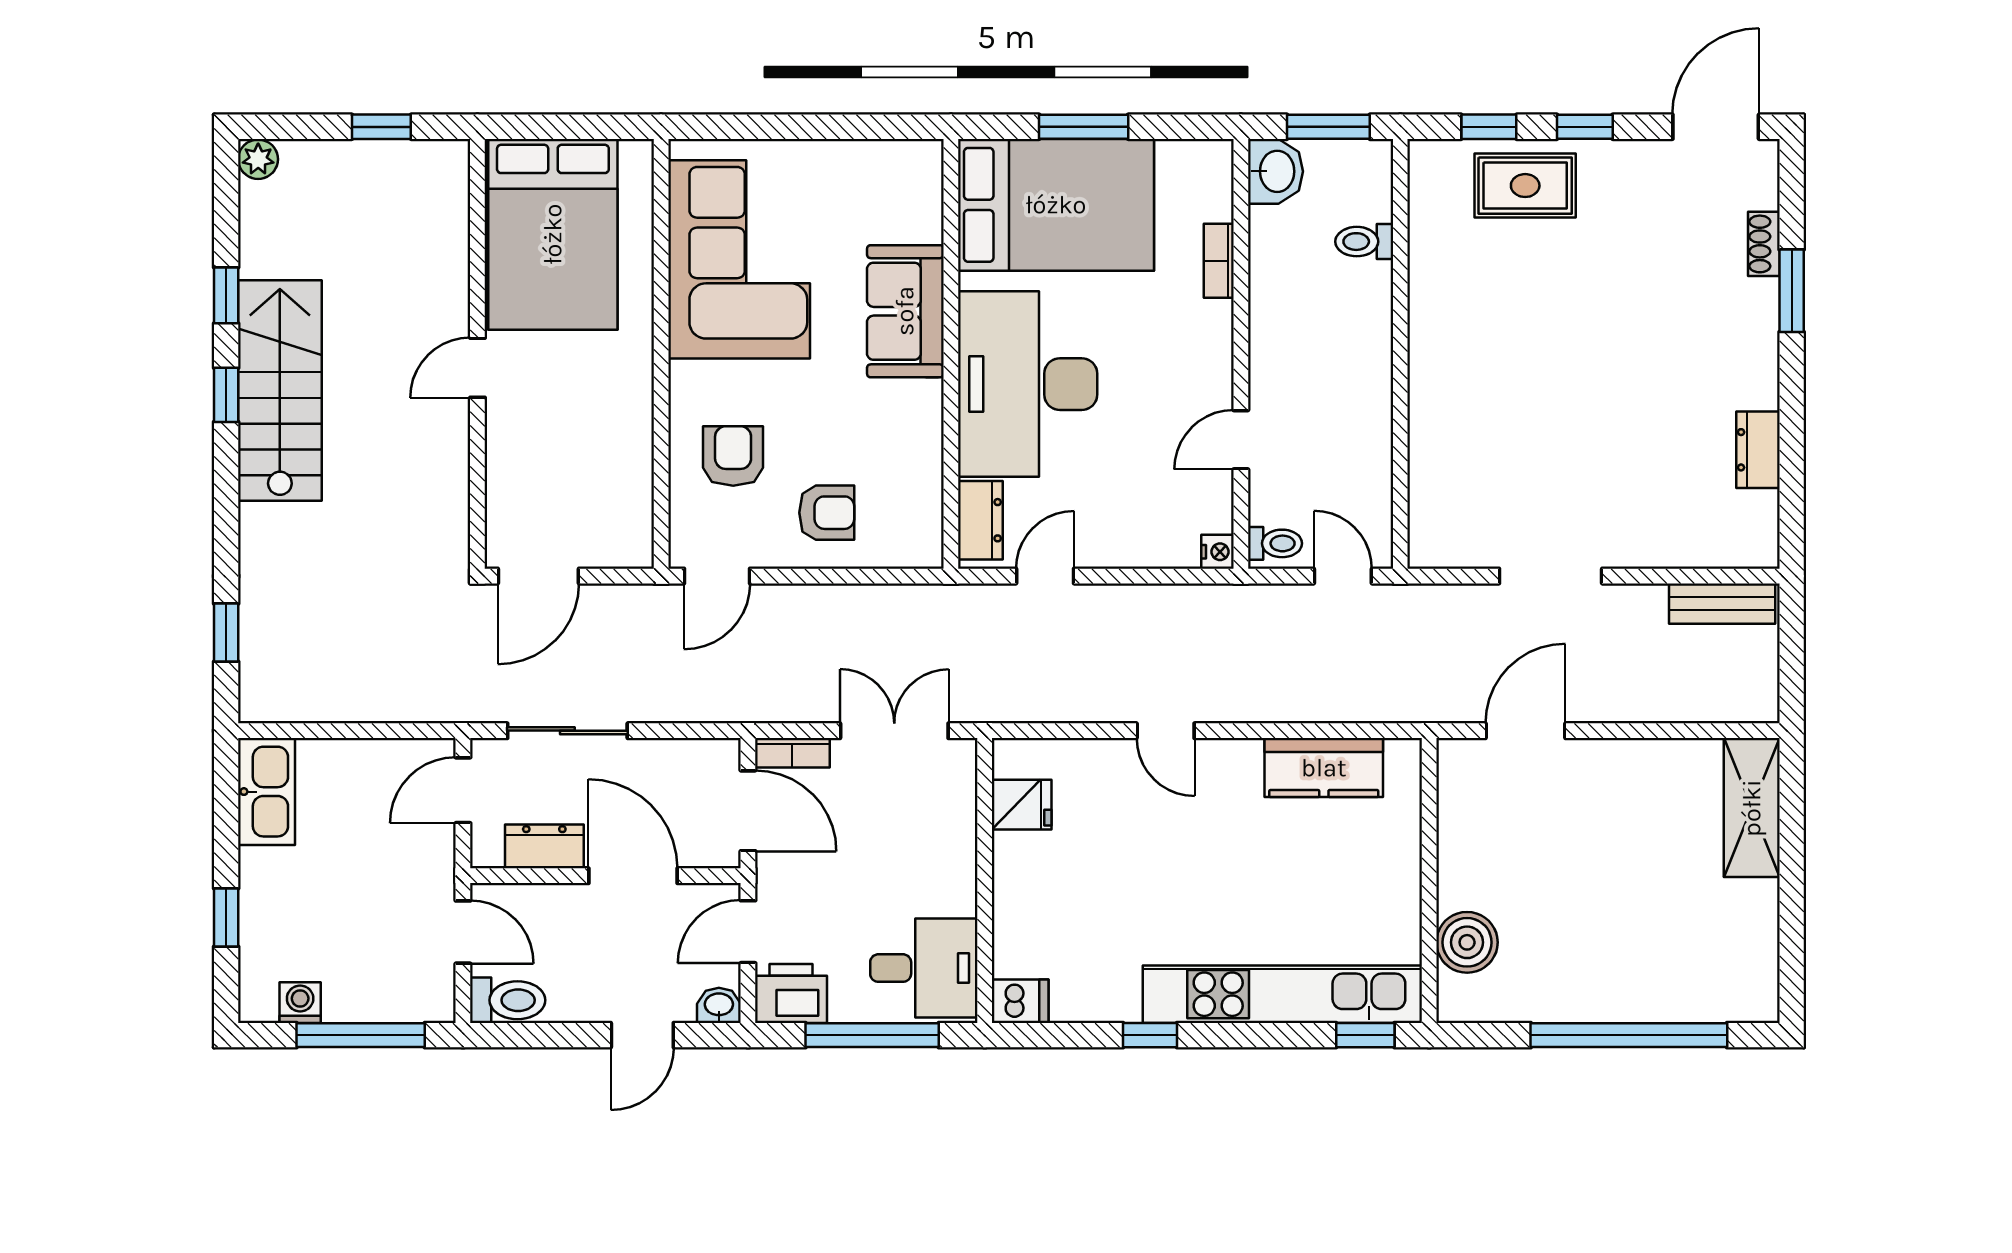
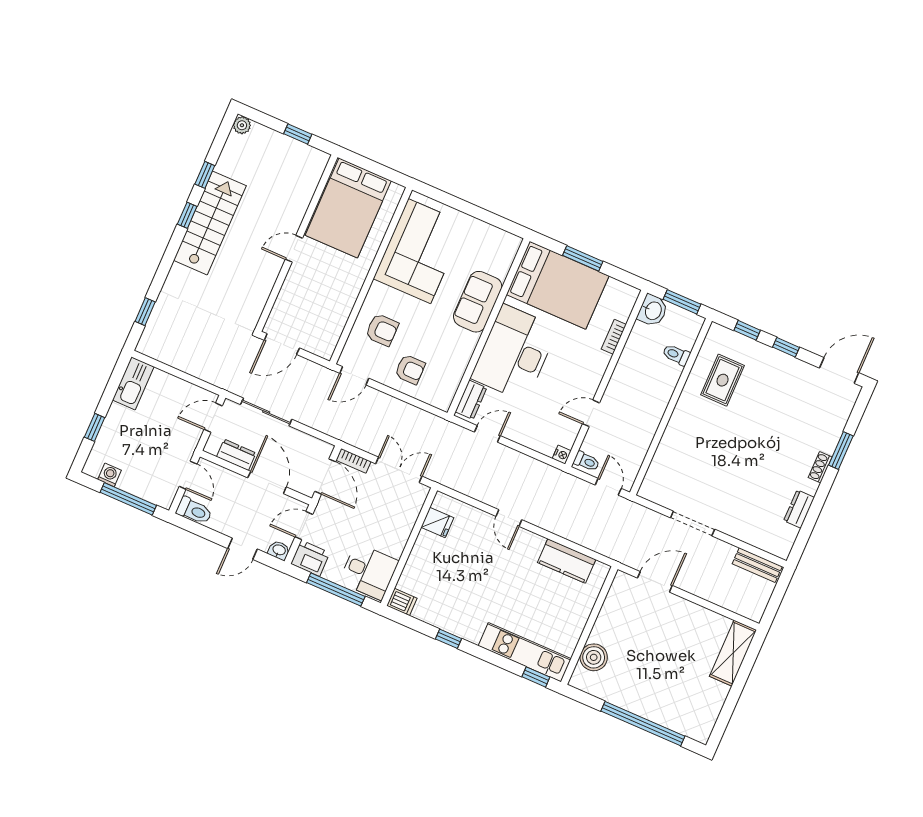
rug: (1525, 186) -> (723, 380), moved, turned 90
shoe rack: (1764, 244) -> (820, 467), moved
armchair: (733, 456) -> (382, 330), turned 90
kitchen unit: (1282, 994) -> (525, 652), width x0.73

